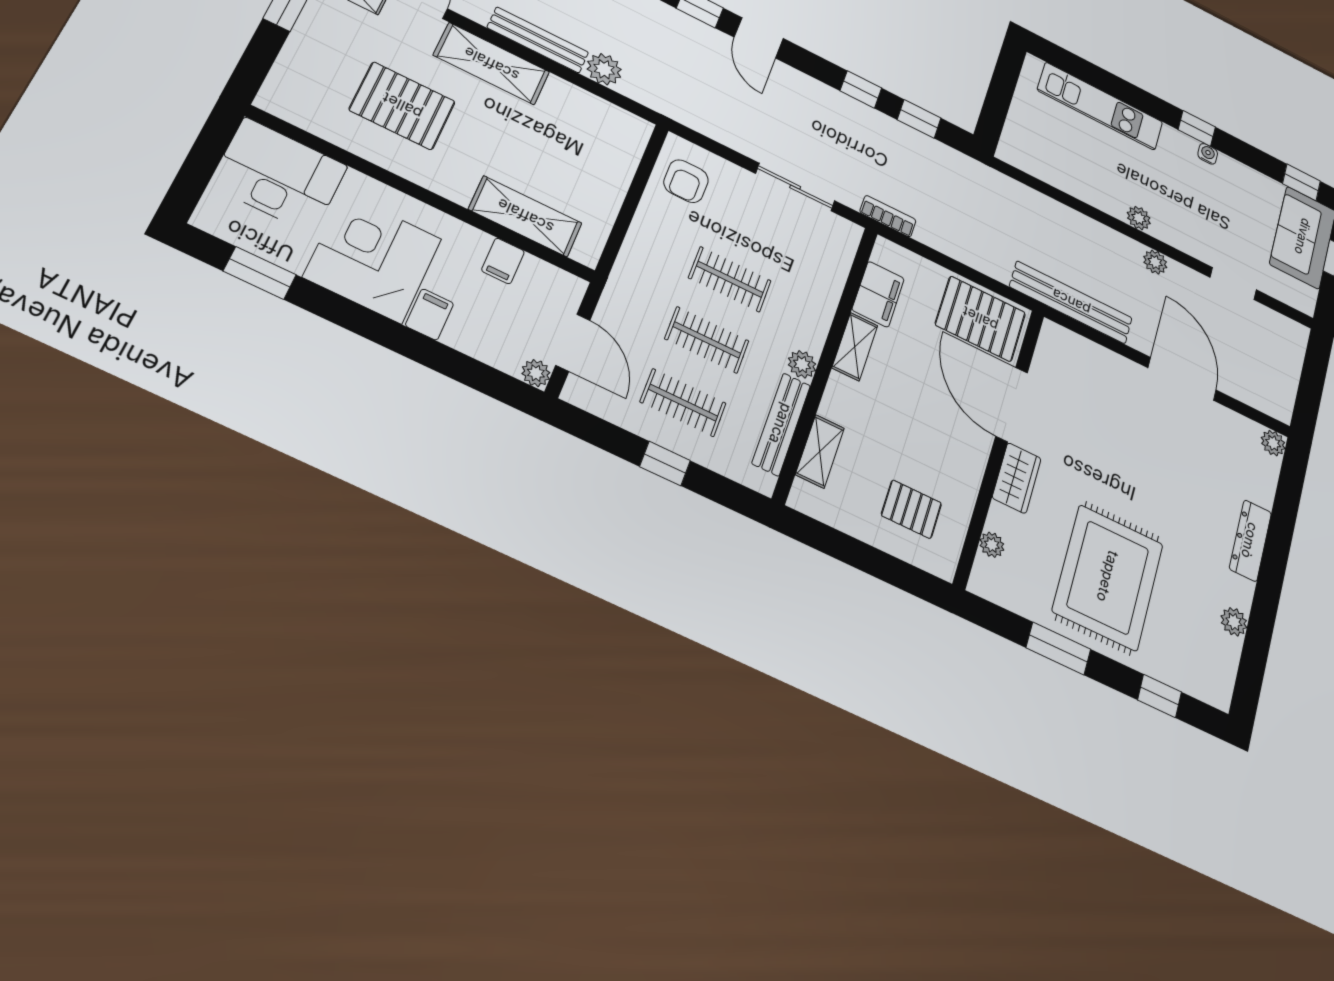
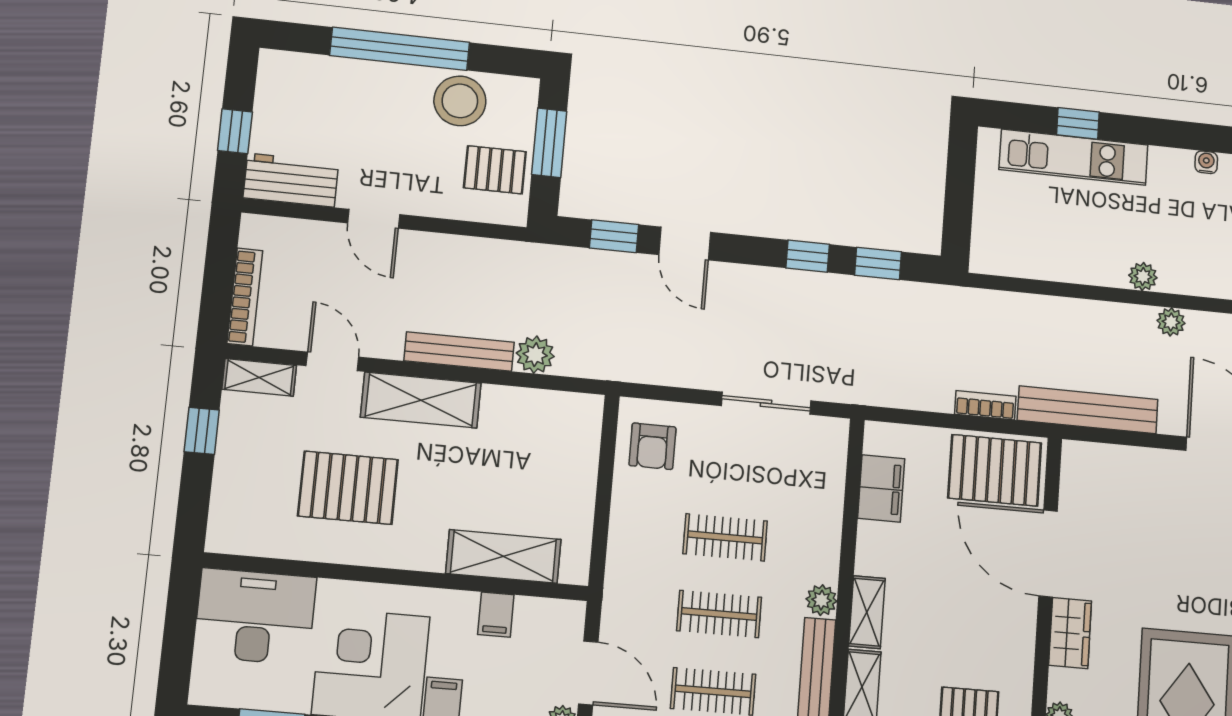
window: (1197, 128) -> (1078, 123), moved
bookcase: (888, 216) -> (985, 405), moved
shelving: (855, 347) -> (867, 612), moved

